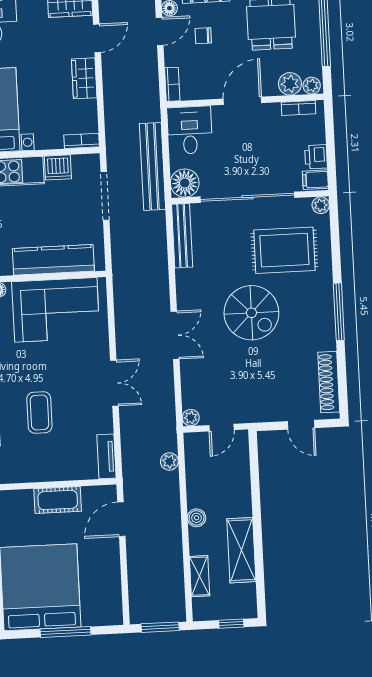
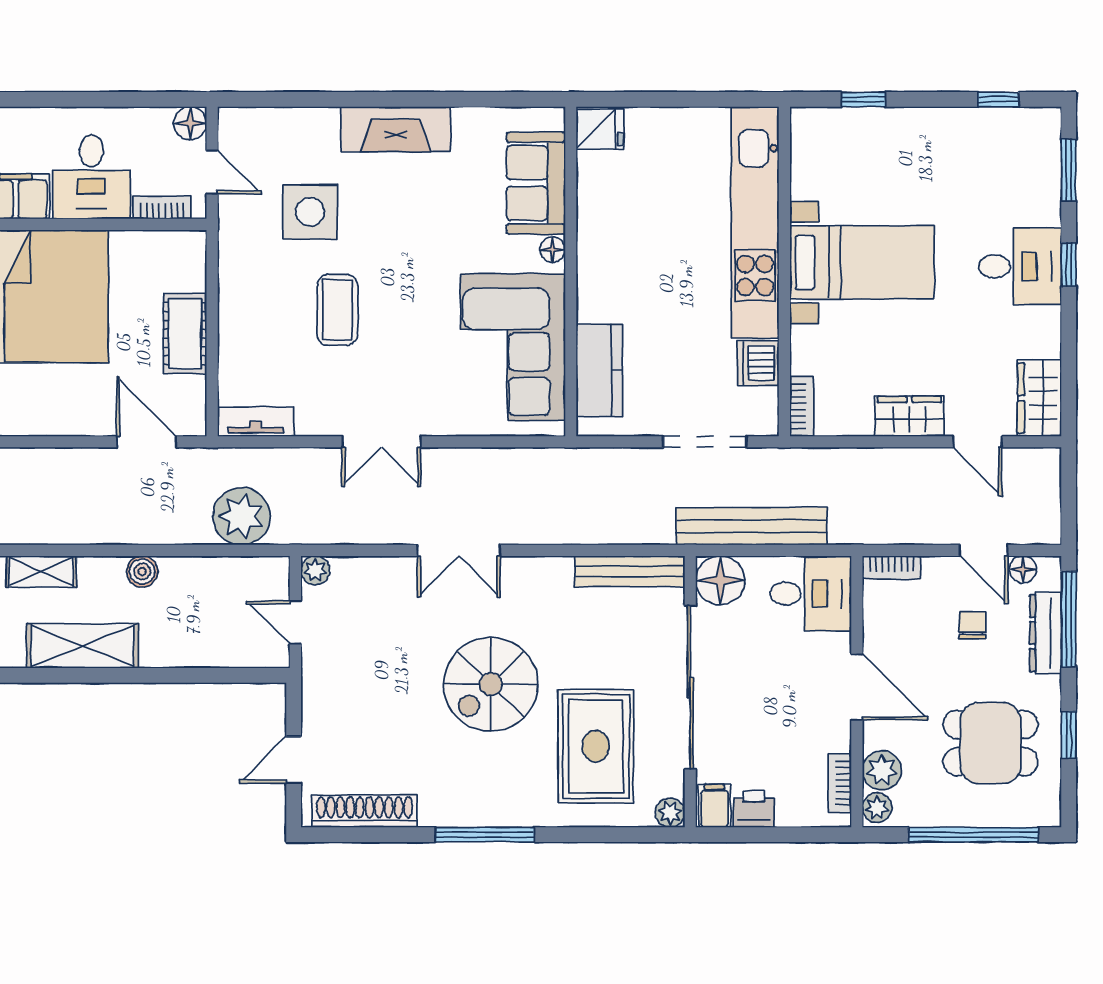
kitchen counter: (53, 260) -> (599, 370), width x0.67
coffee table: (39, 412) -> (337, 310), turned 90
plant: (169, 461) -> (242, 516), width x1.88, depth x1.88

